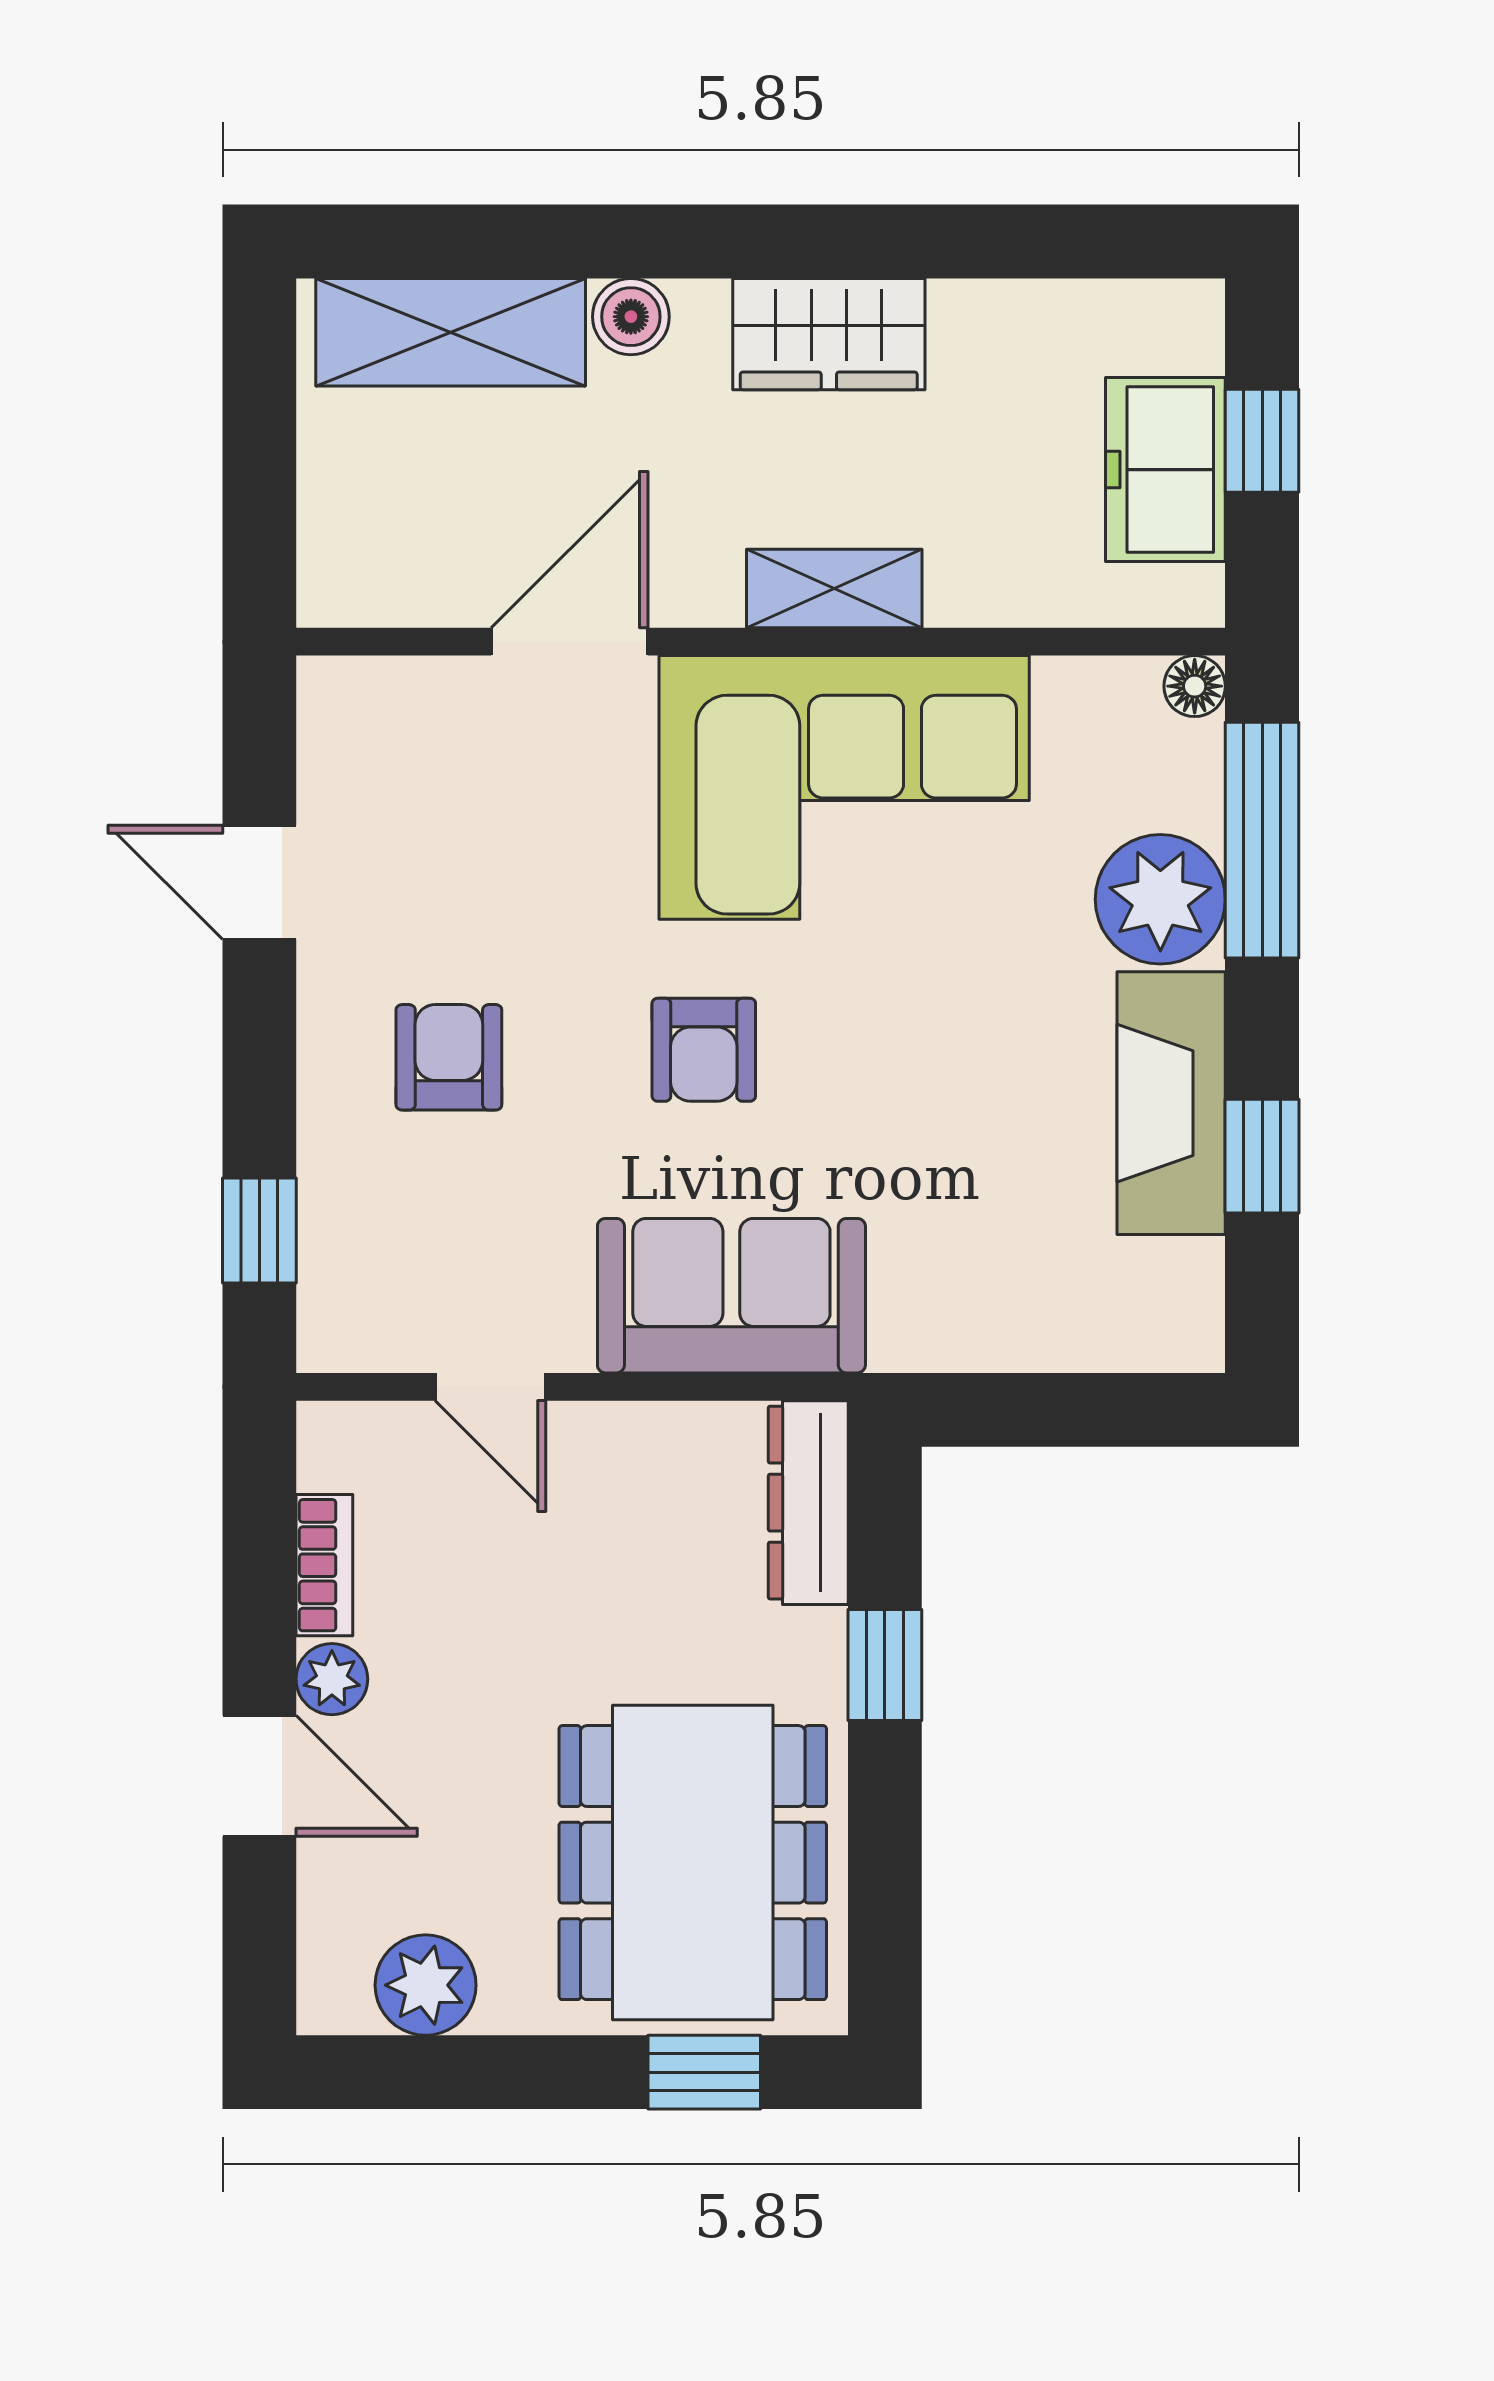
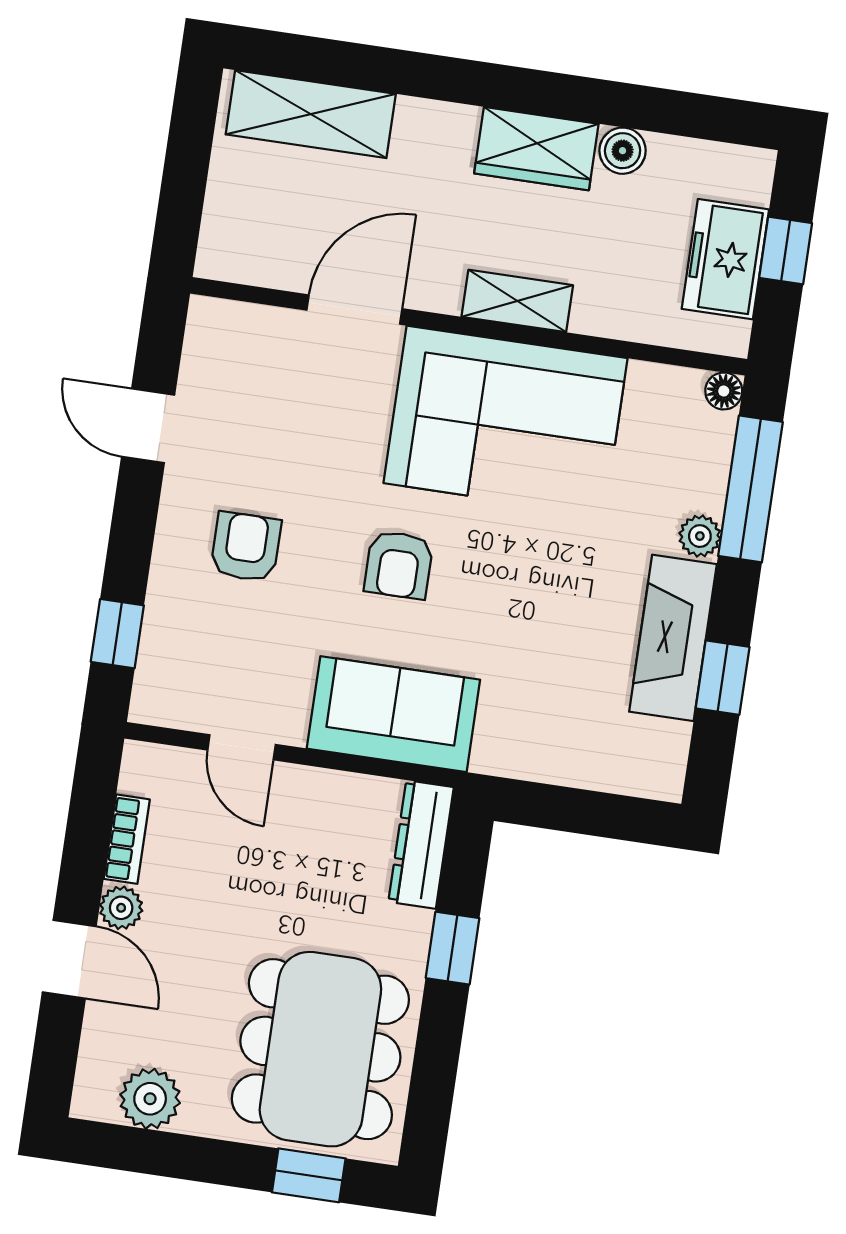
boiler: (631, 317) -> (623, 151), moved
plant: (1160, 899) -> (700, 536), width x0.53, depth x0.53

